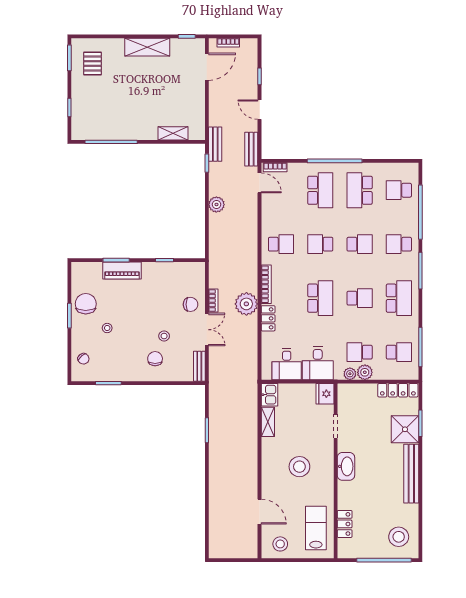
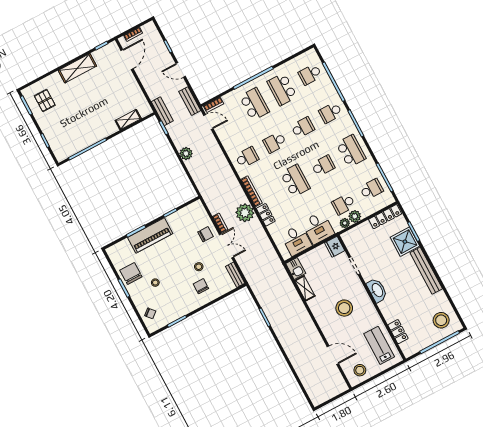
piano: (122, 271) -> (150, 235), width x1.37, depth x1.33

